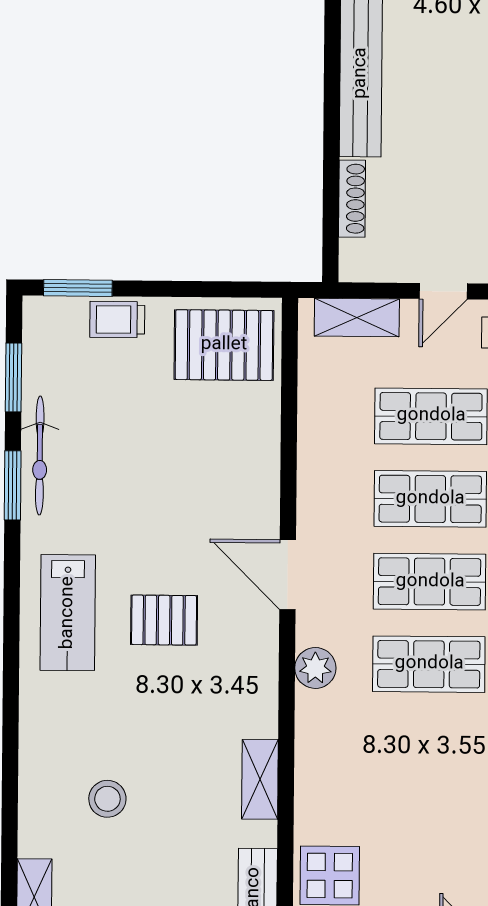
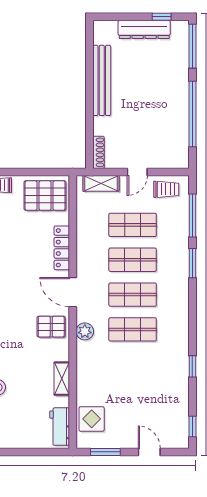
shoe rack: (352, 199) -> (99, 152), moved
locker: (263, 469) -> (62, 248), added
pallet: (164, 620) -> (51, 327), moved

